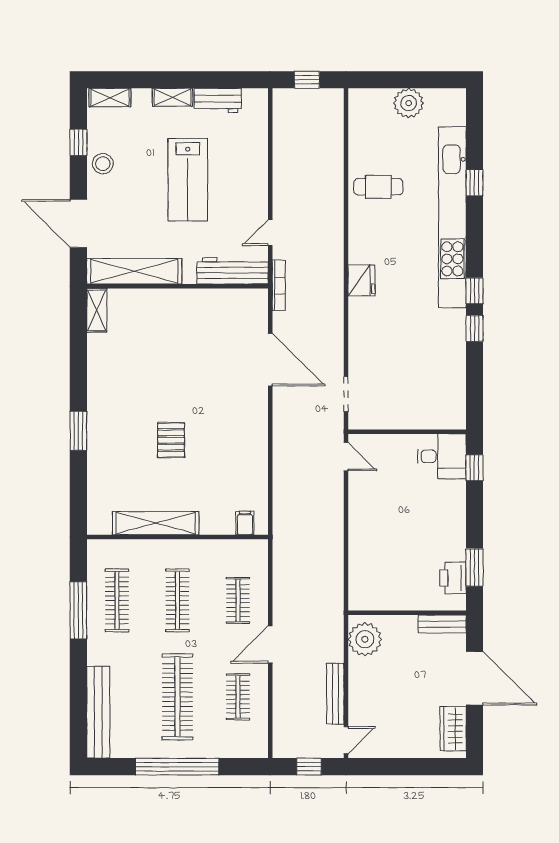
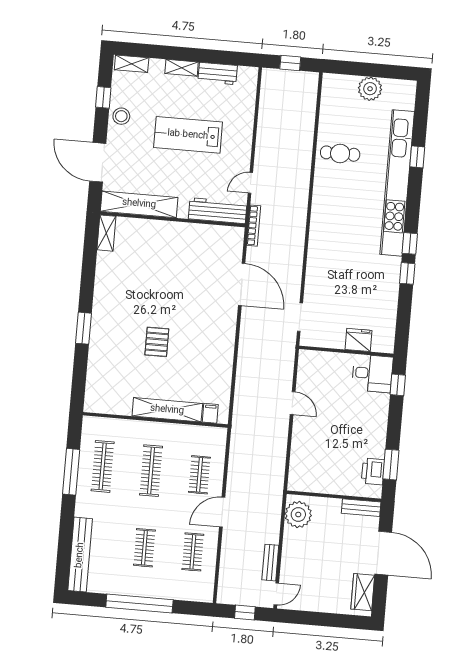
lab bench: (188, 180) -> (188, 135), turned 90
fridge: (361, 280) -> (358, 340), moved, turned -90
door: (346, 457) -> (293, 403), moved
shelving: (156, 523) -> (167, 410), moved
bench: (335, 694) -> (270, 563), width x0.73
clothes rail: (177, 697) -> (144, 548), width x0.54, depth x0.76

